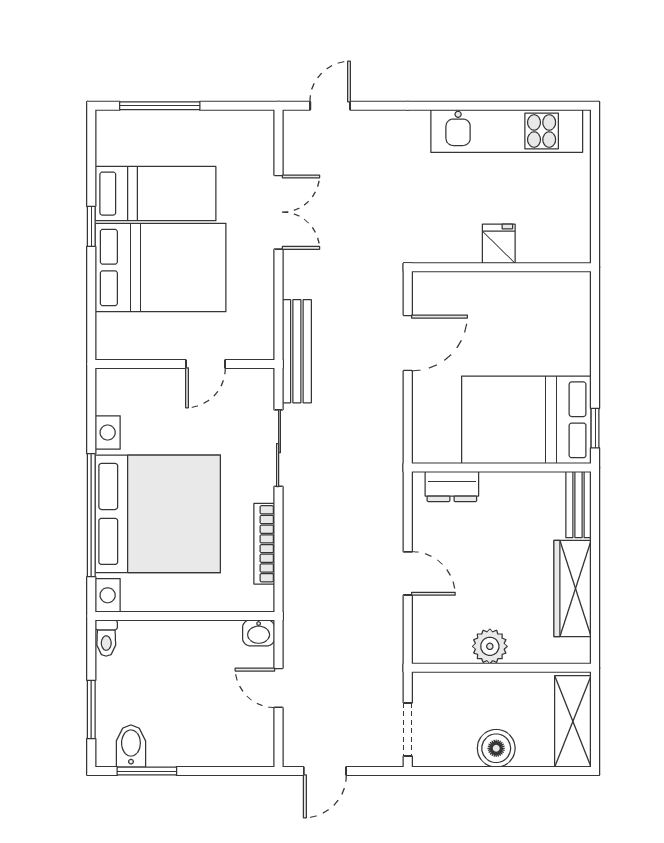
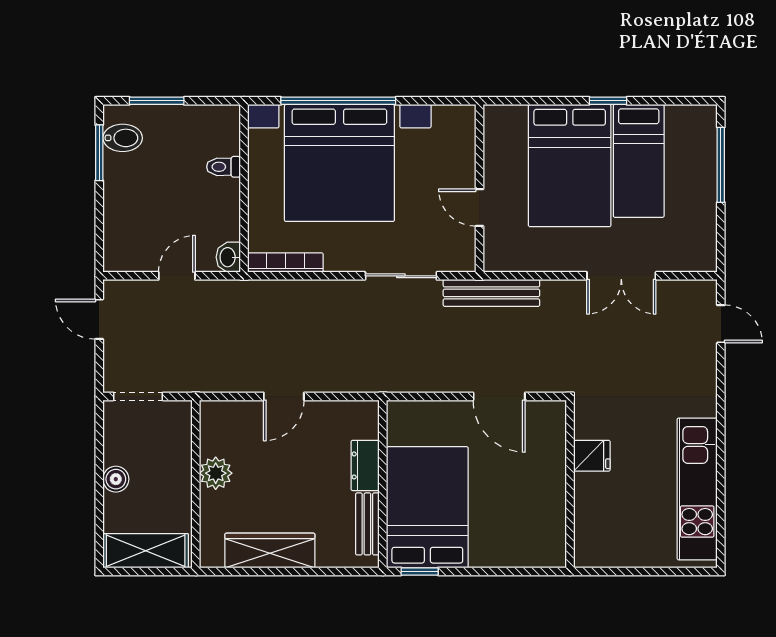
fridge: (499, 244) -> (592, 456), moved
dresser: (452, 486) -> (365, 465), moved
bench: (579, 505) -> (367, 524), moved, turned 90
bookcase: (264, 544) -> (285, 263), moved
toilet: (106, 638) -> (224, 167), moved
boiler: (496, 748) -> (116, 479), width x0.73, depth x0.73

